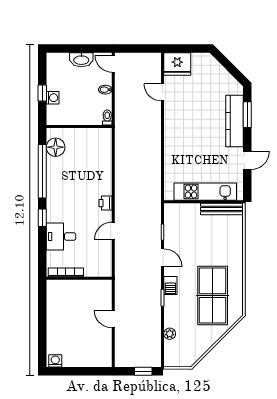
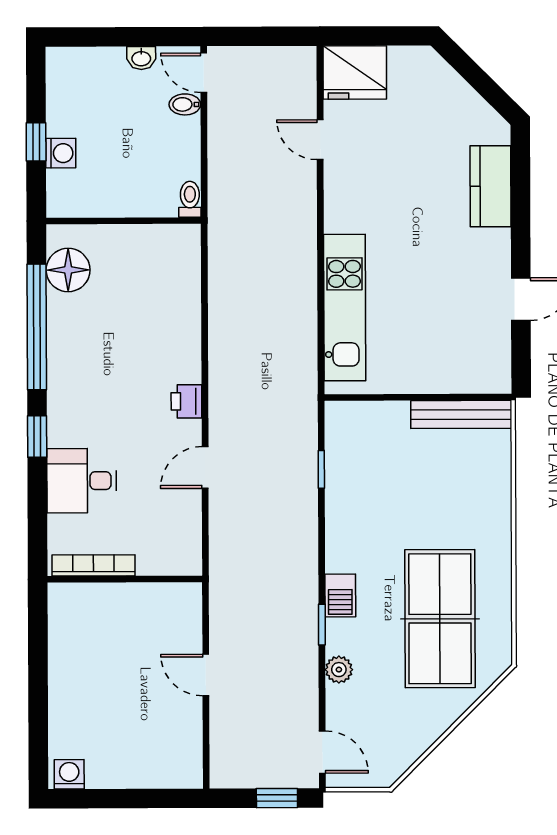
washbasin: (81, 60) -> (141, 58), width x0.52, depth x0.69
bidet: (105, 90) -> (185, 104), moved
window: (247, 115) -> (520, 192), removed
kitchen counter: (235, 121) -> (490, 186), width x0.67
kitchen unit: (205, 192) -> (345, 308), moved, turned 90
door: (163, 258) -> (322, 752), moved
plant: (170, 334) -> (339, 670), moved

